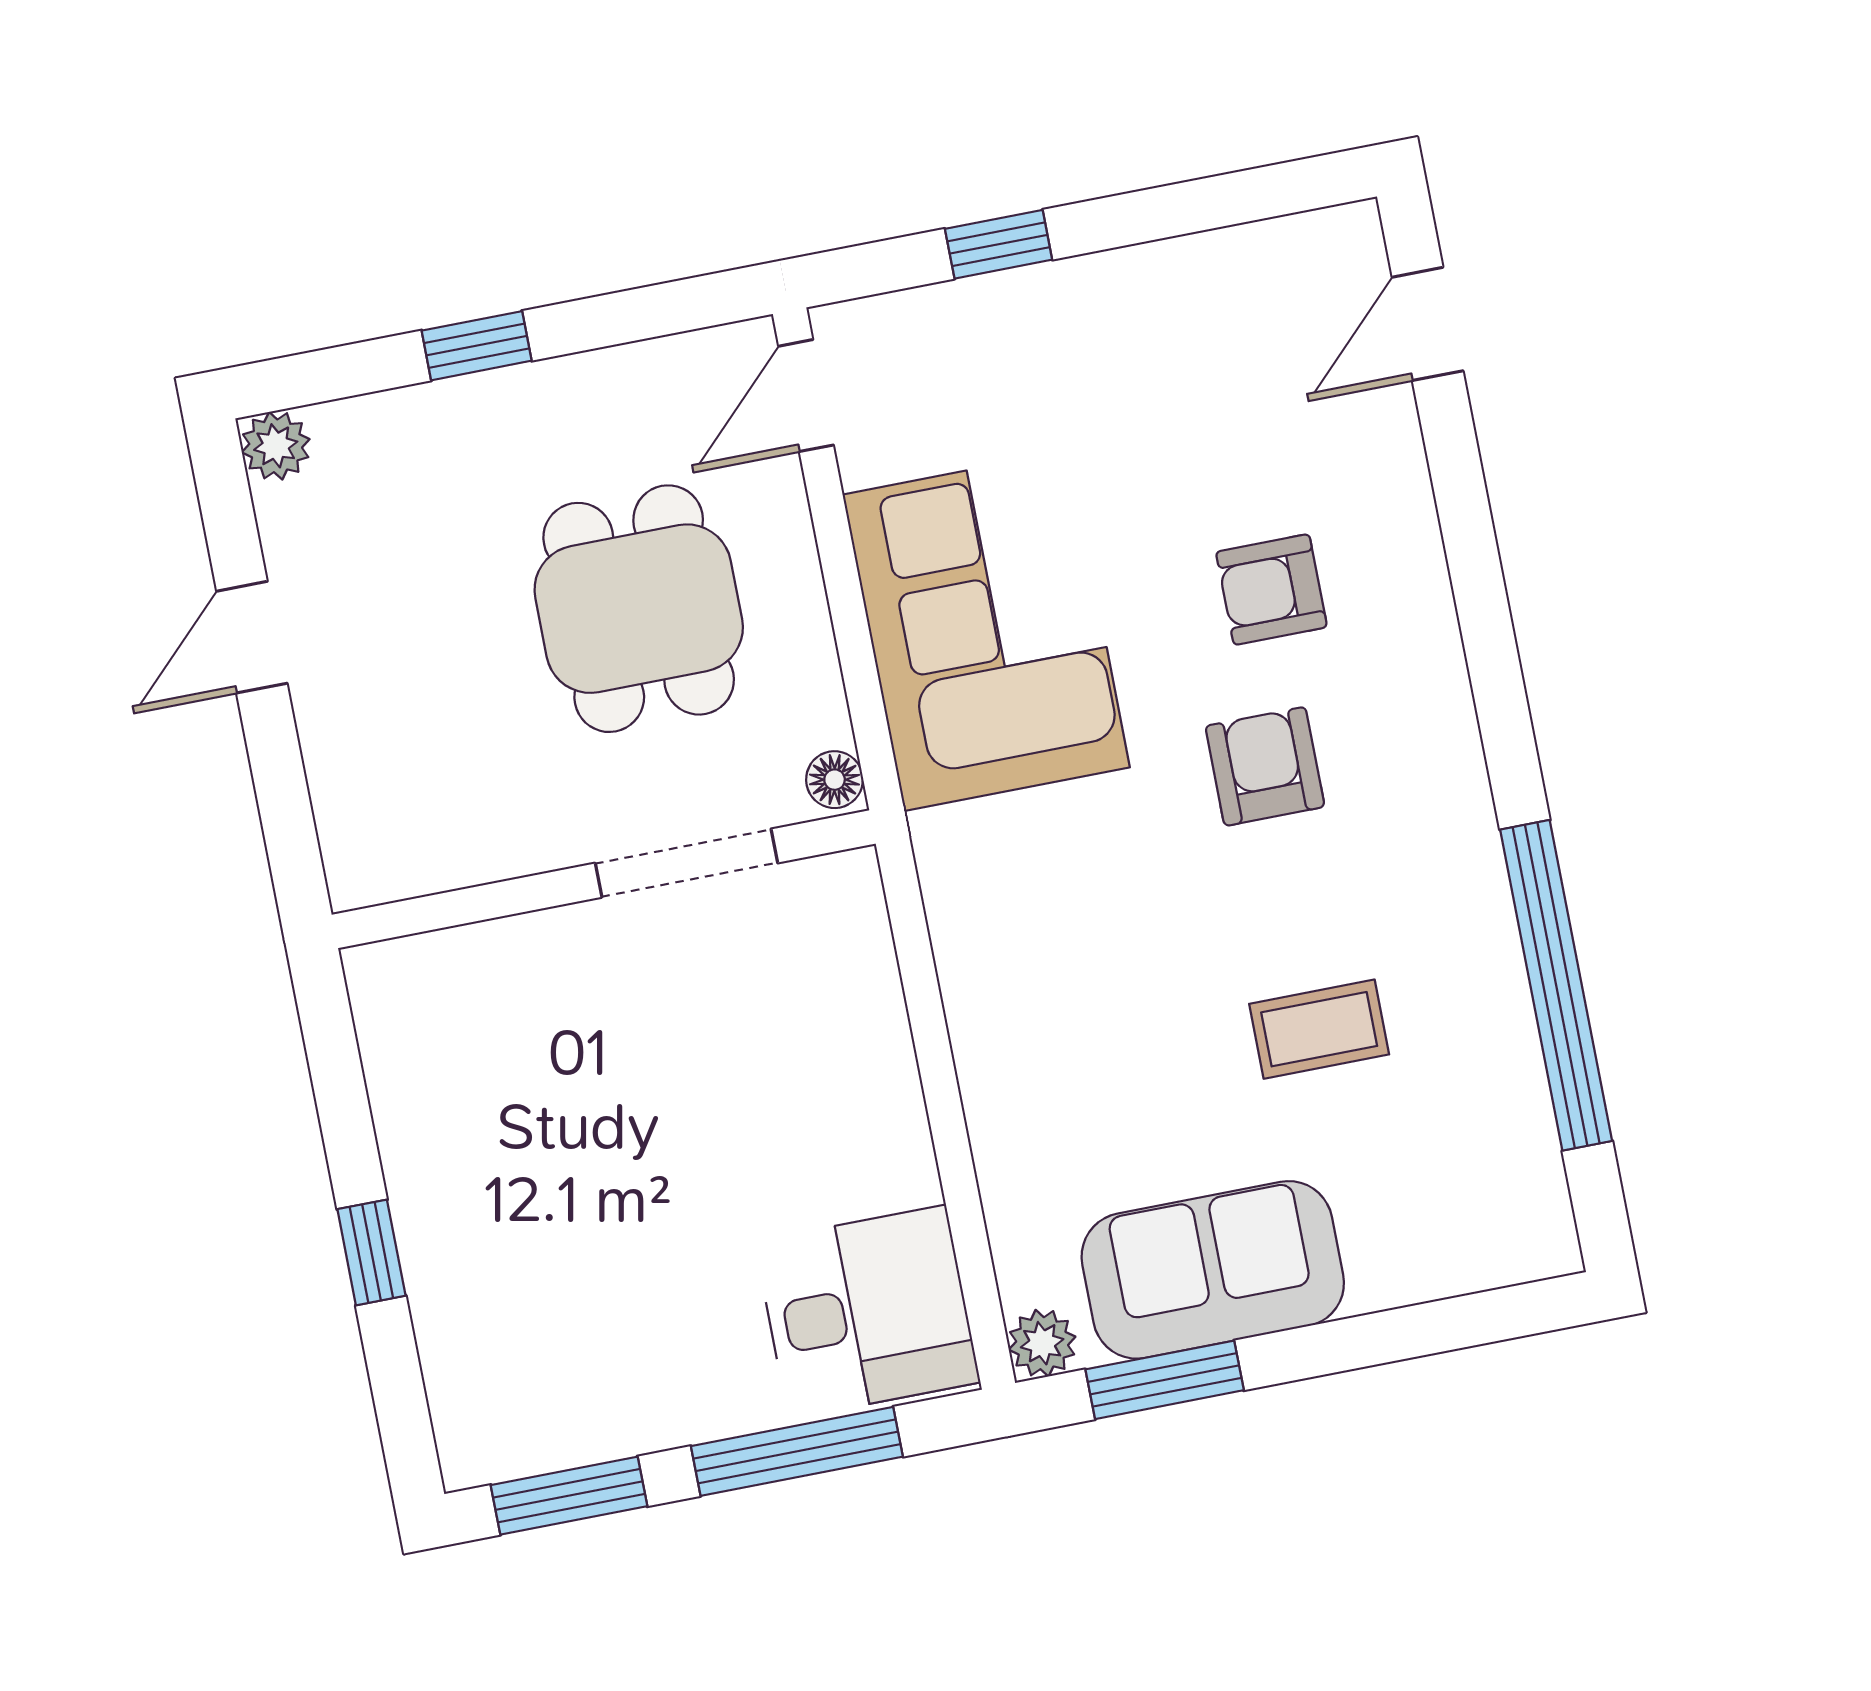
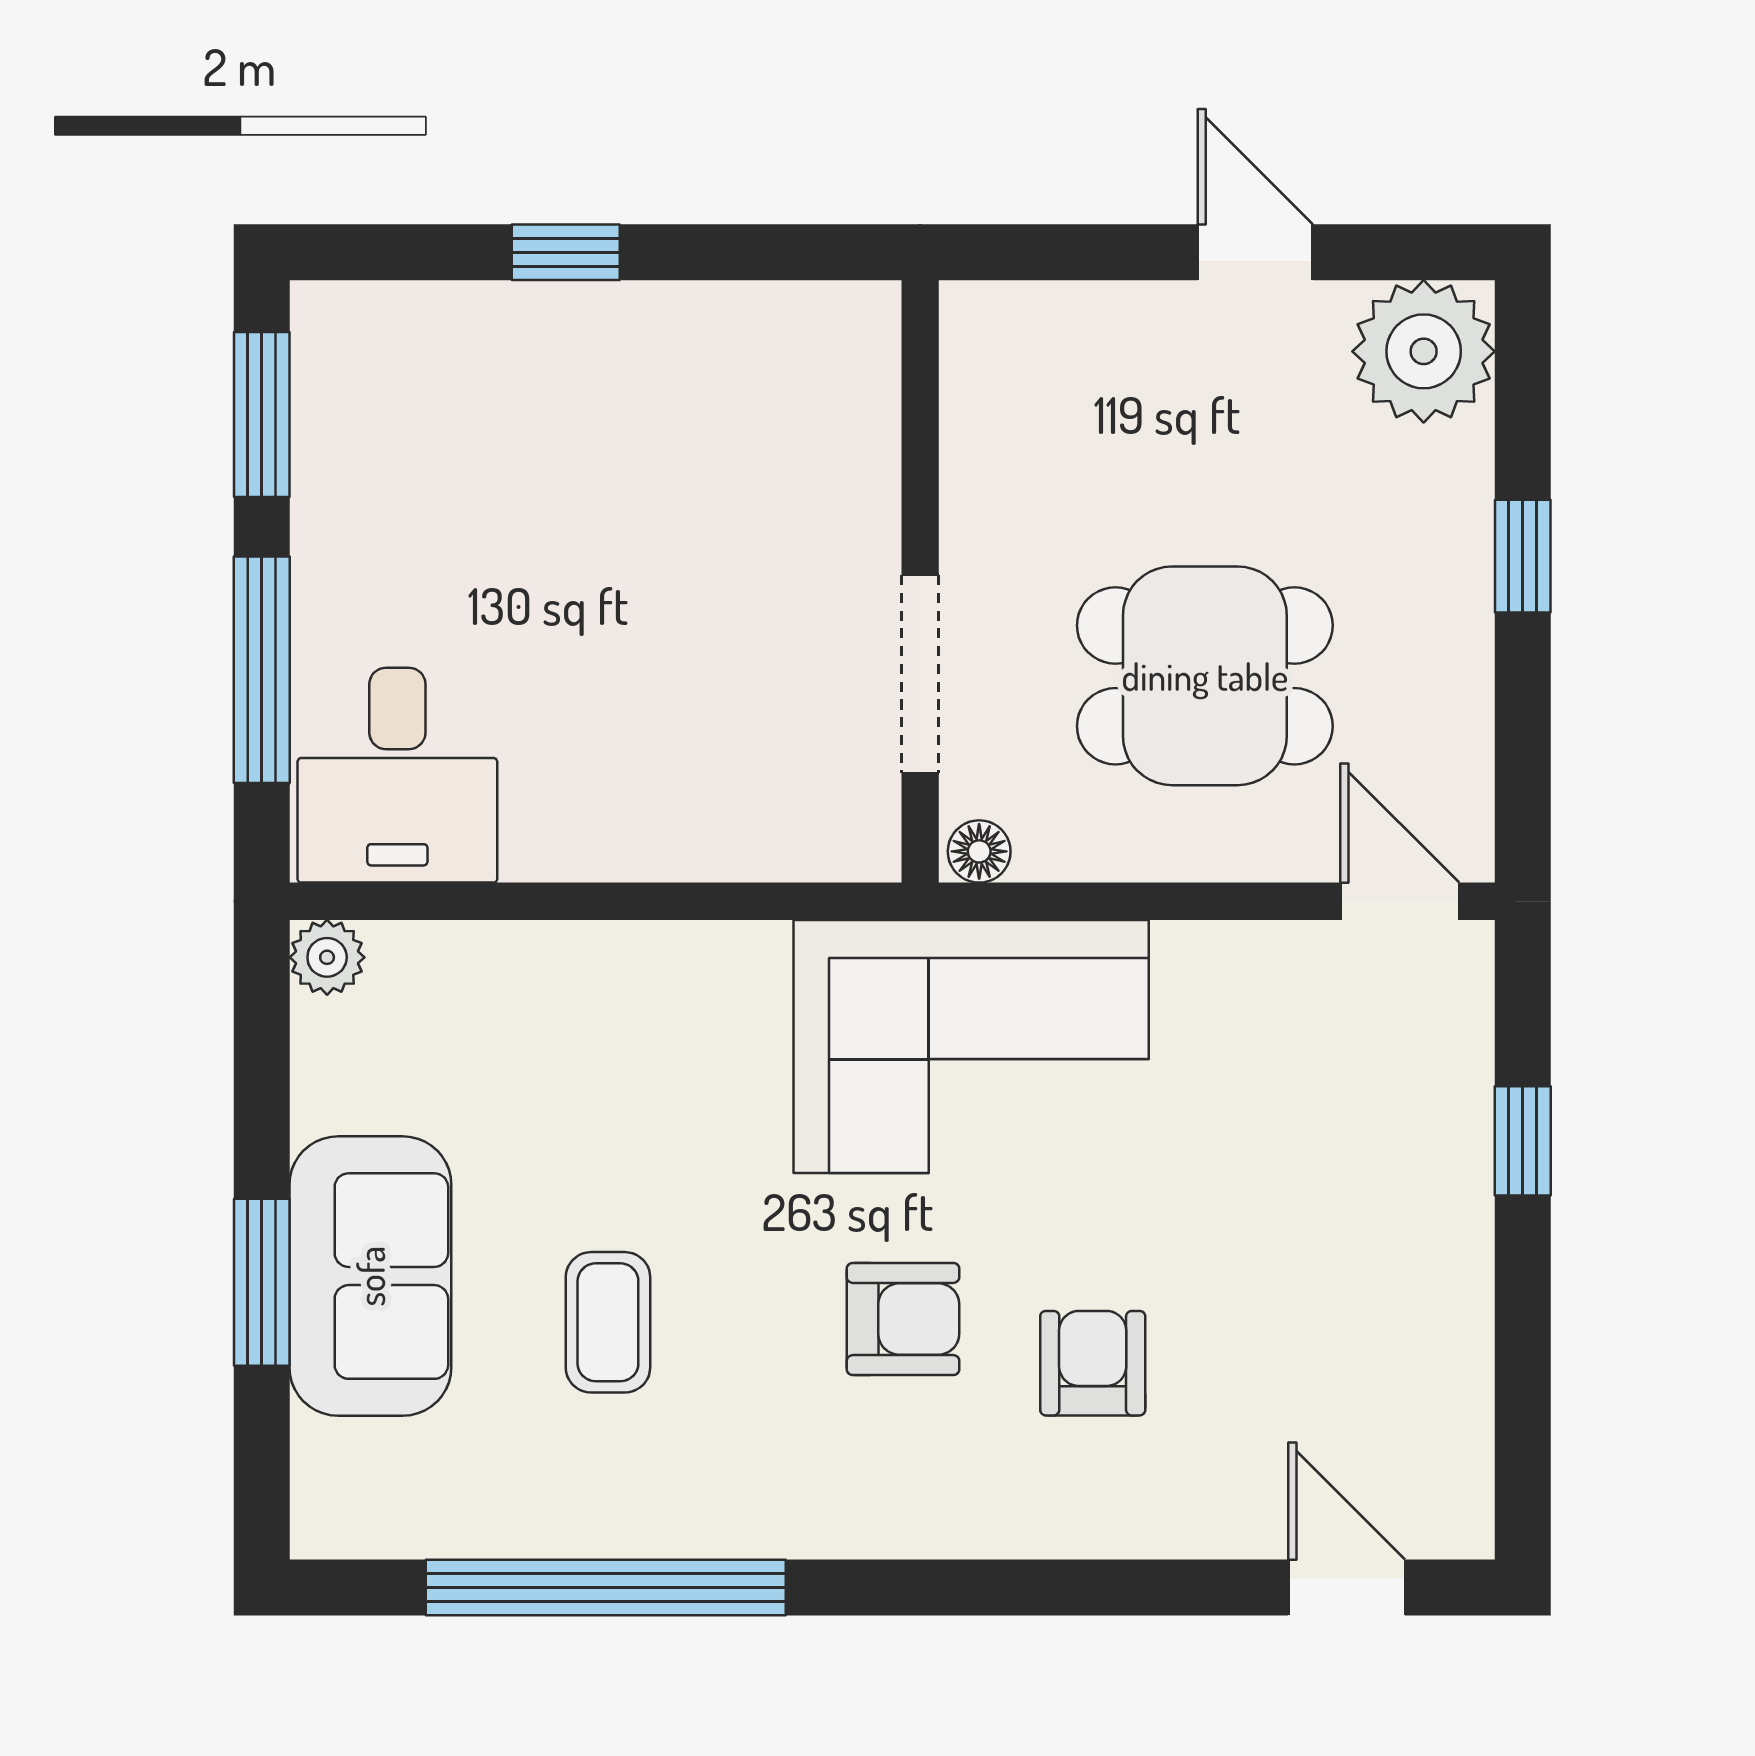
plant: (276, 446) -> (1424, 351), width x1.88, depth x1.88
corner sofa: (986, 631) -> (971, 1046), moved
sofa: (1213, 1270) -> (370, 1276), moved
window: (1165, 1380) -> (262, 1282), moved

